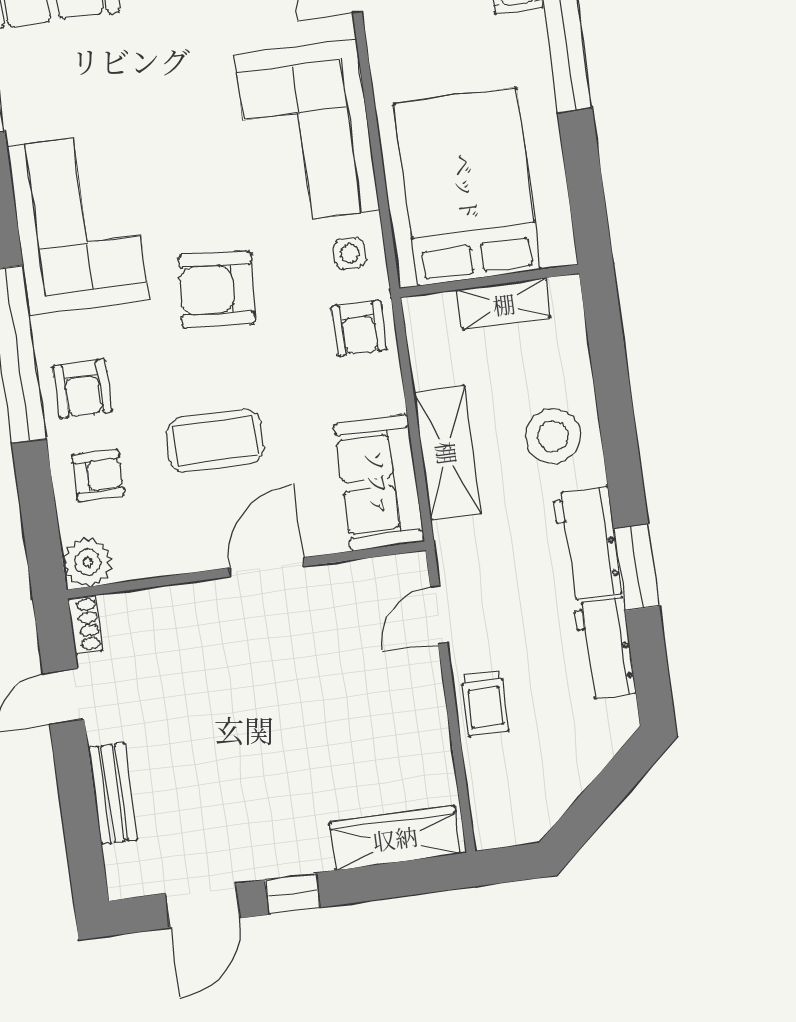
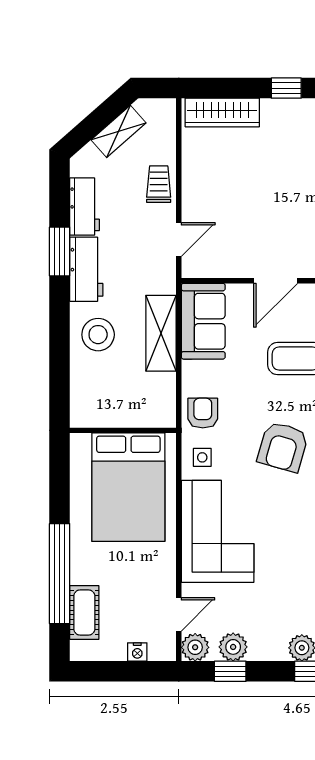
armchair: (217, 290) -> (283, 447), turned 102
shelving: (504, 304) -> (118, 131), moved, turned -41

